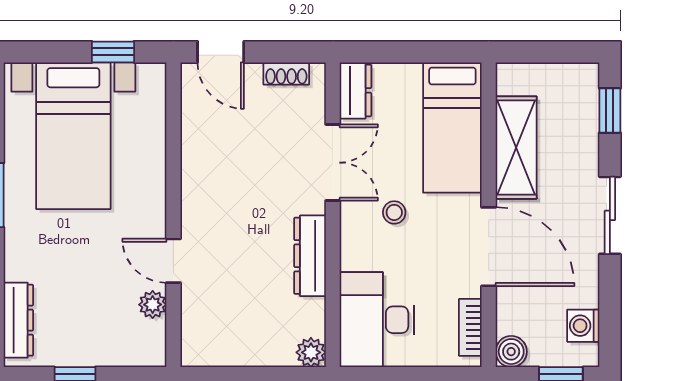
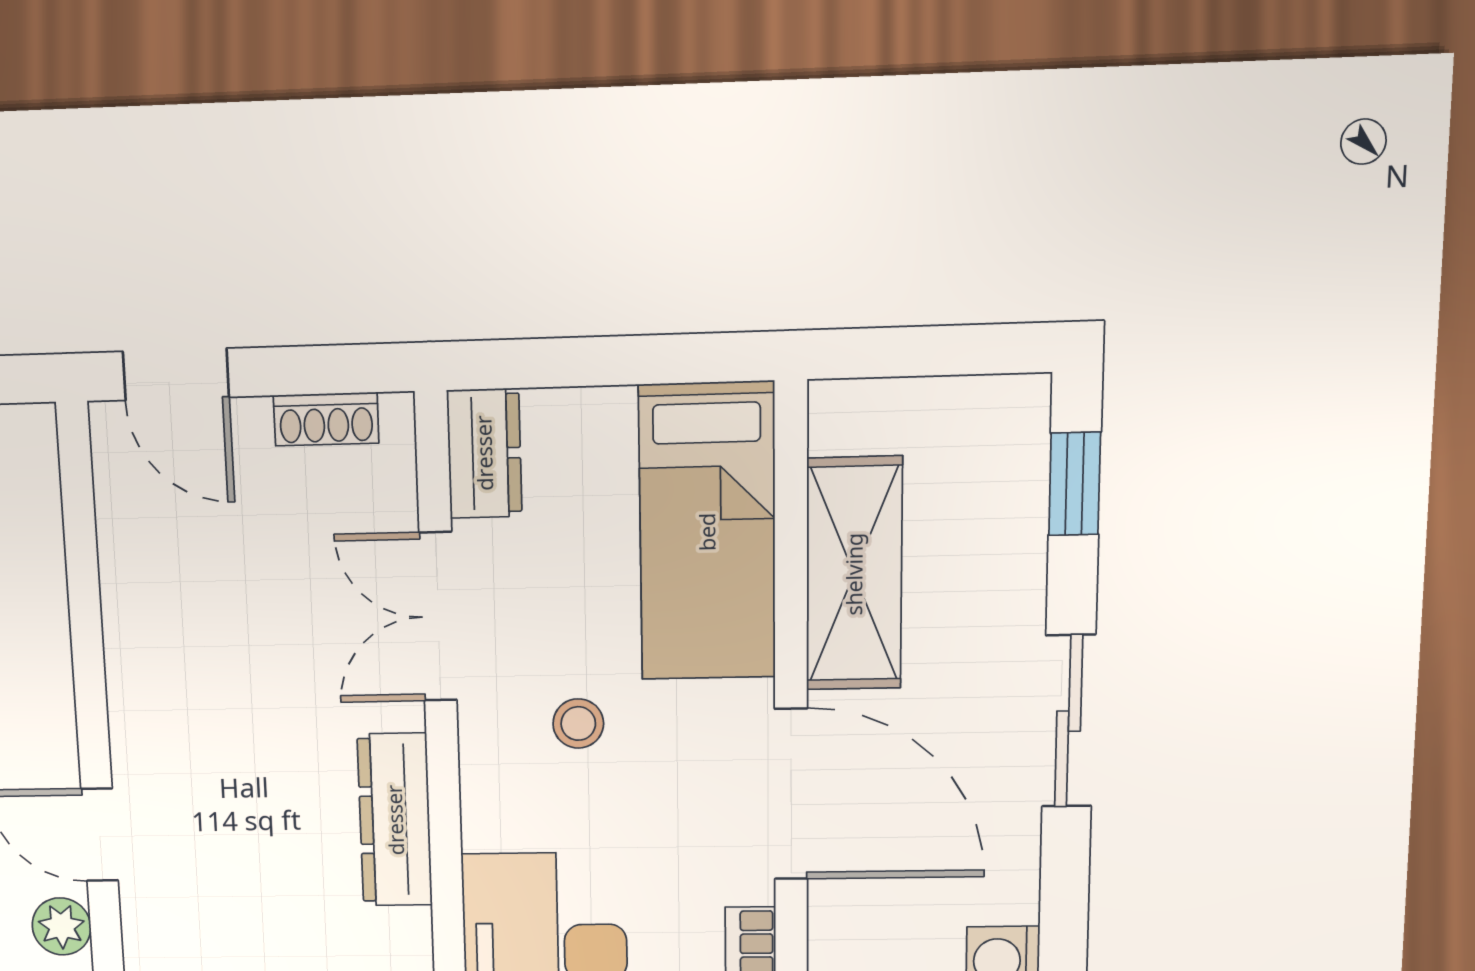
double door: (333, 163) -> (438, 617), swing flipped

